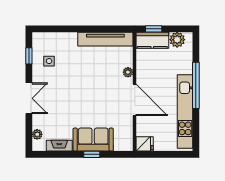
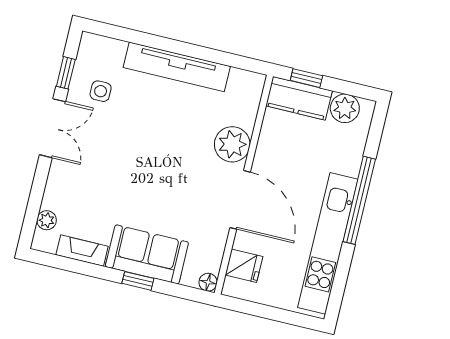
tv unit: (105, 39) -> (177, 67), moved
plant: (128, 72) -> (232, 144), width x1.87, depth x1.87
double door: (29, 98) -> (53, 128), moved
fridge: (145, 144) -> (244, 266), moved
floor lamp: (128, 146) -> (208, 282), added

